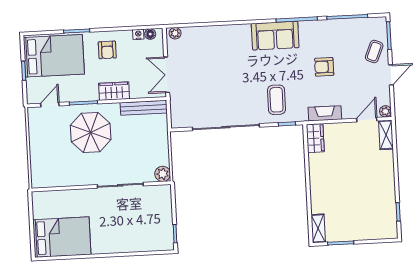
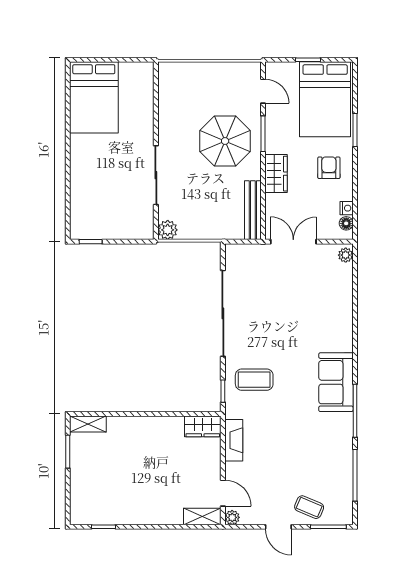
armchair: (107, 50) -> (329, 168), turned 90
armchair: (324, 67) -> (293, 442), removed

